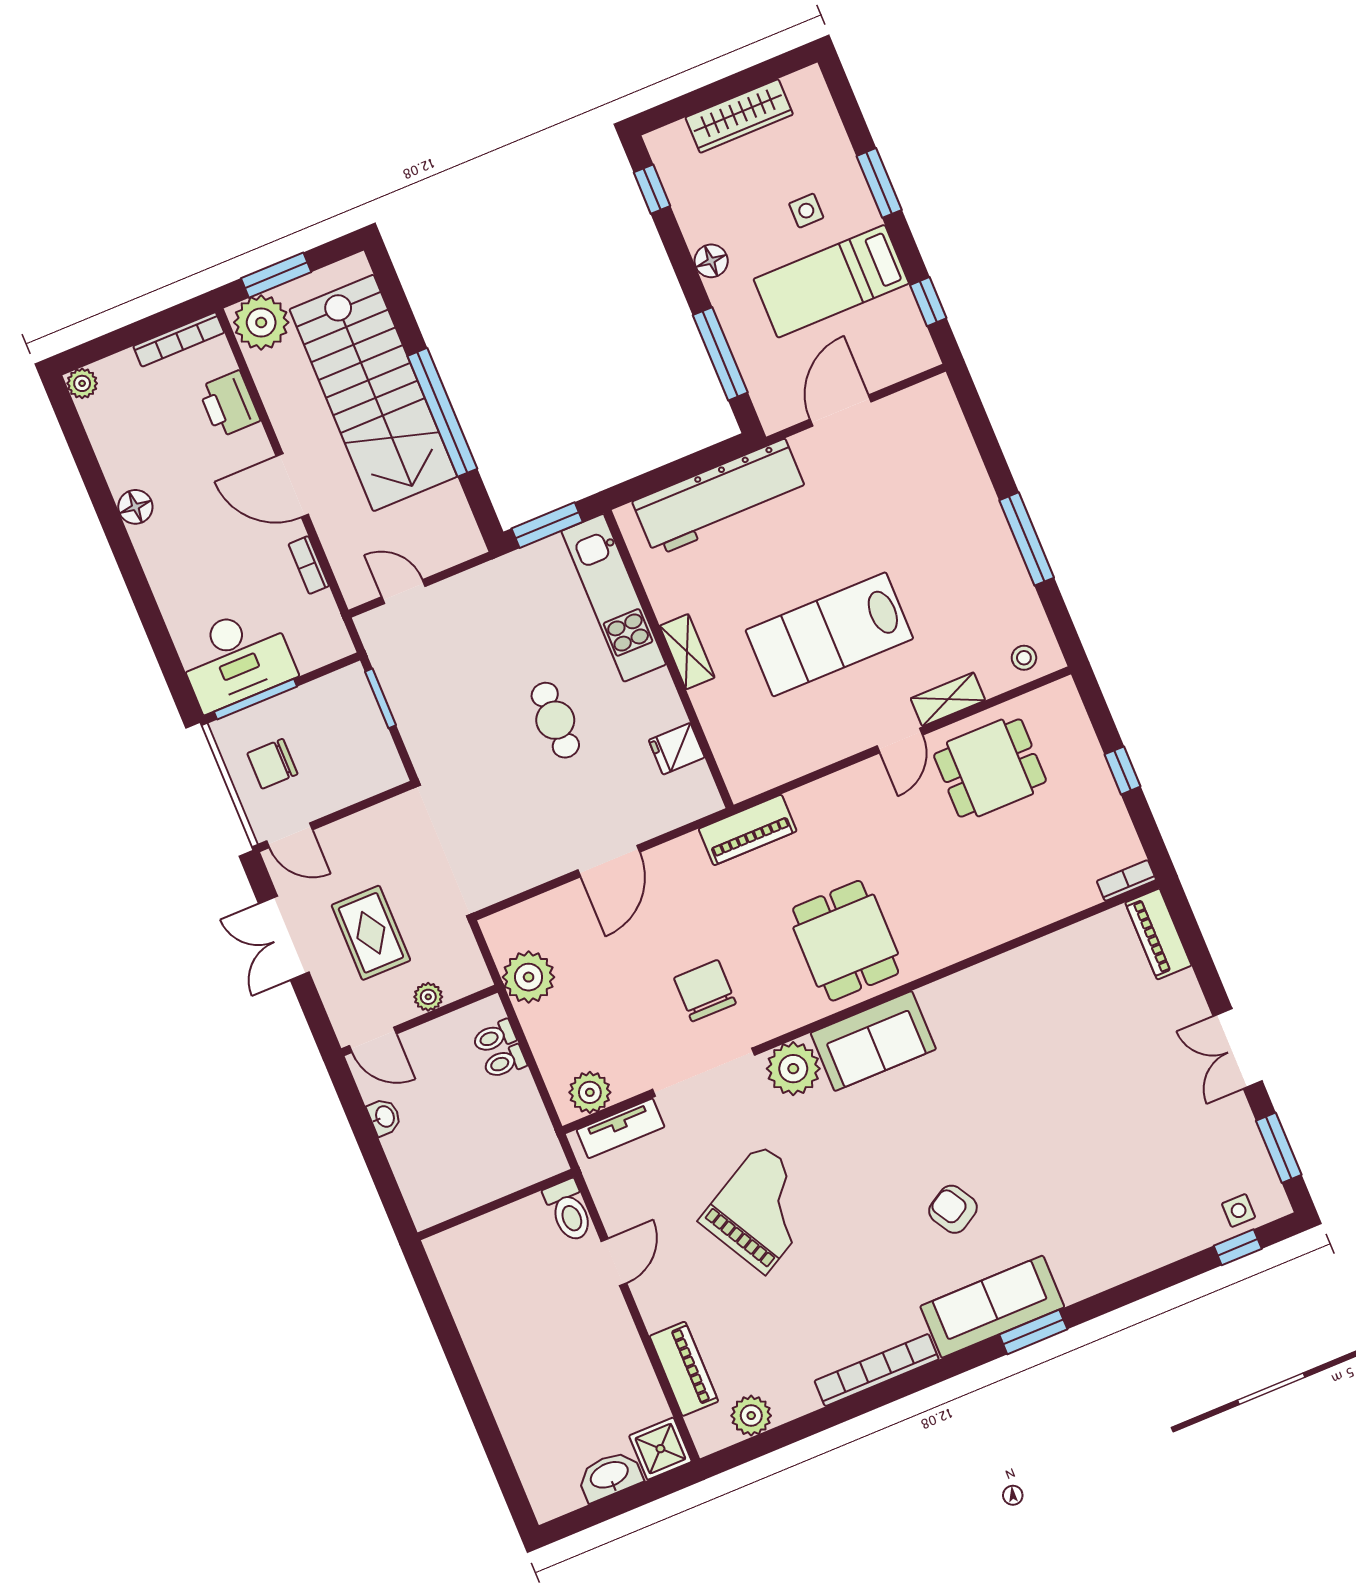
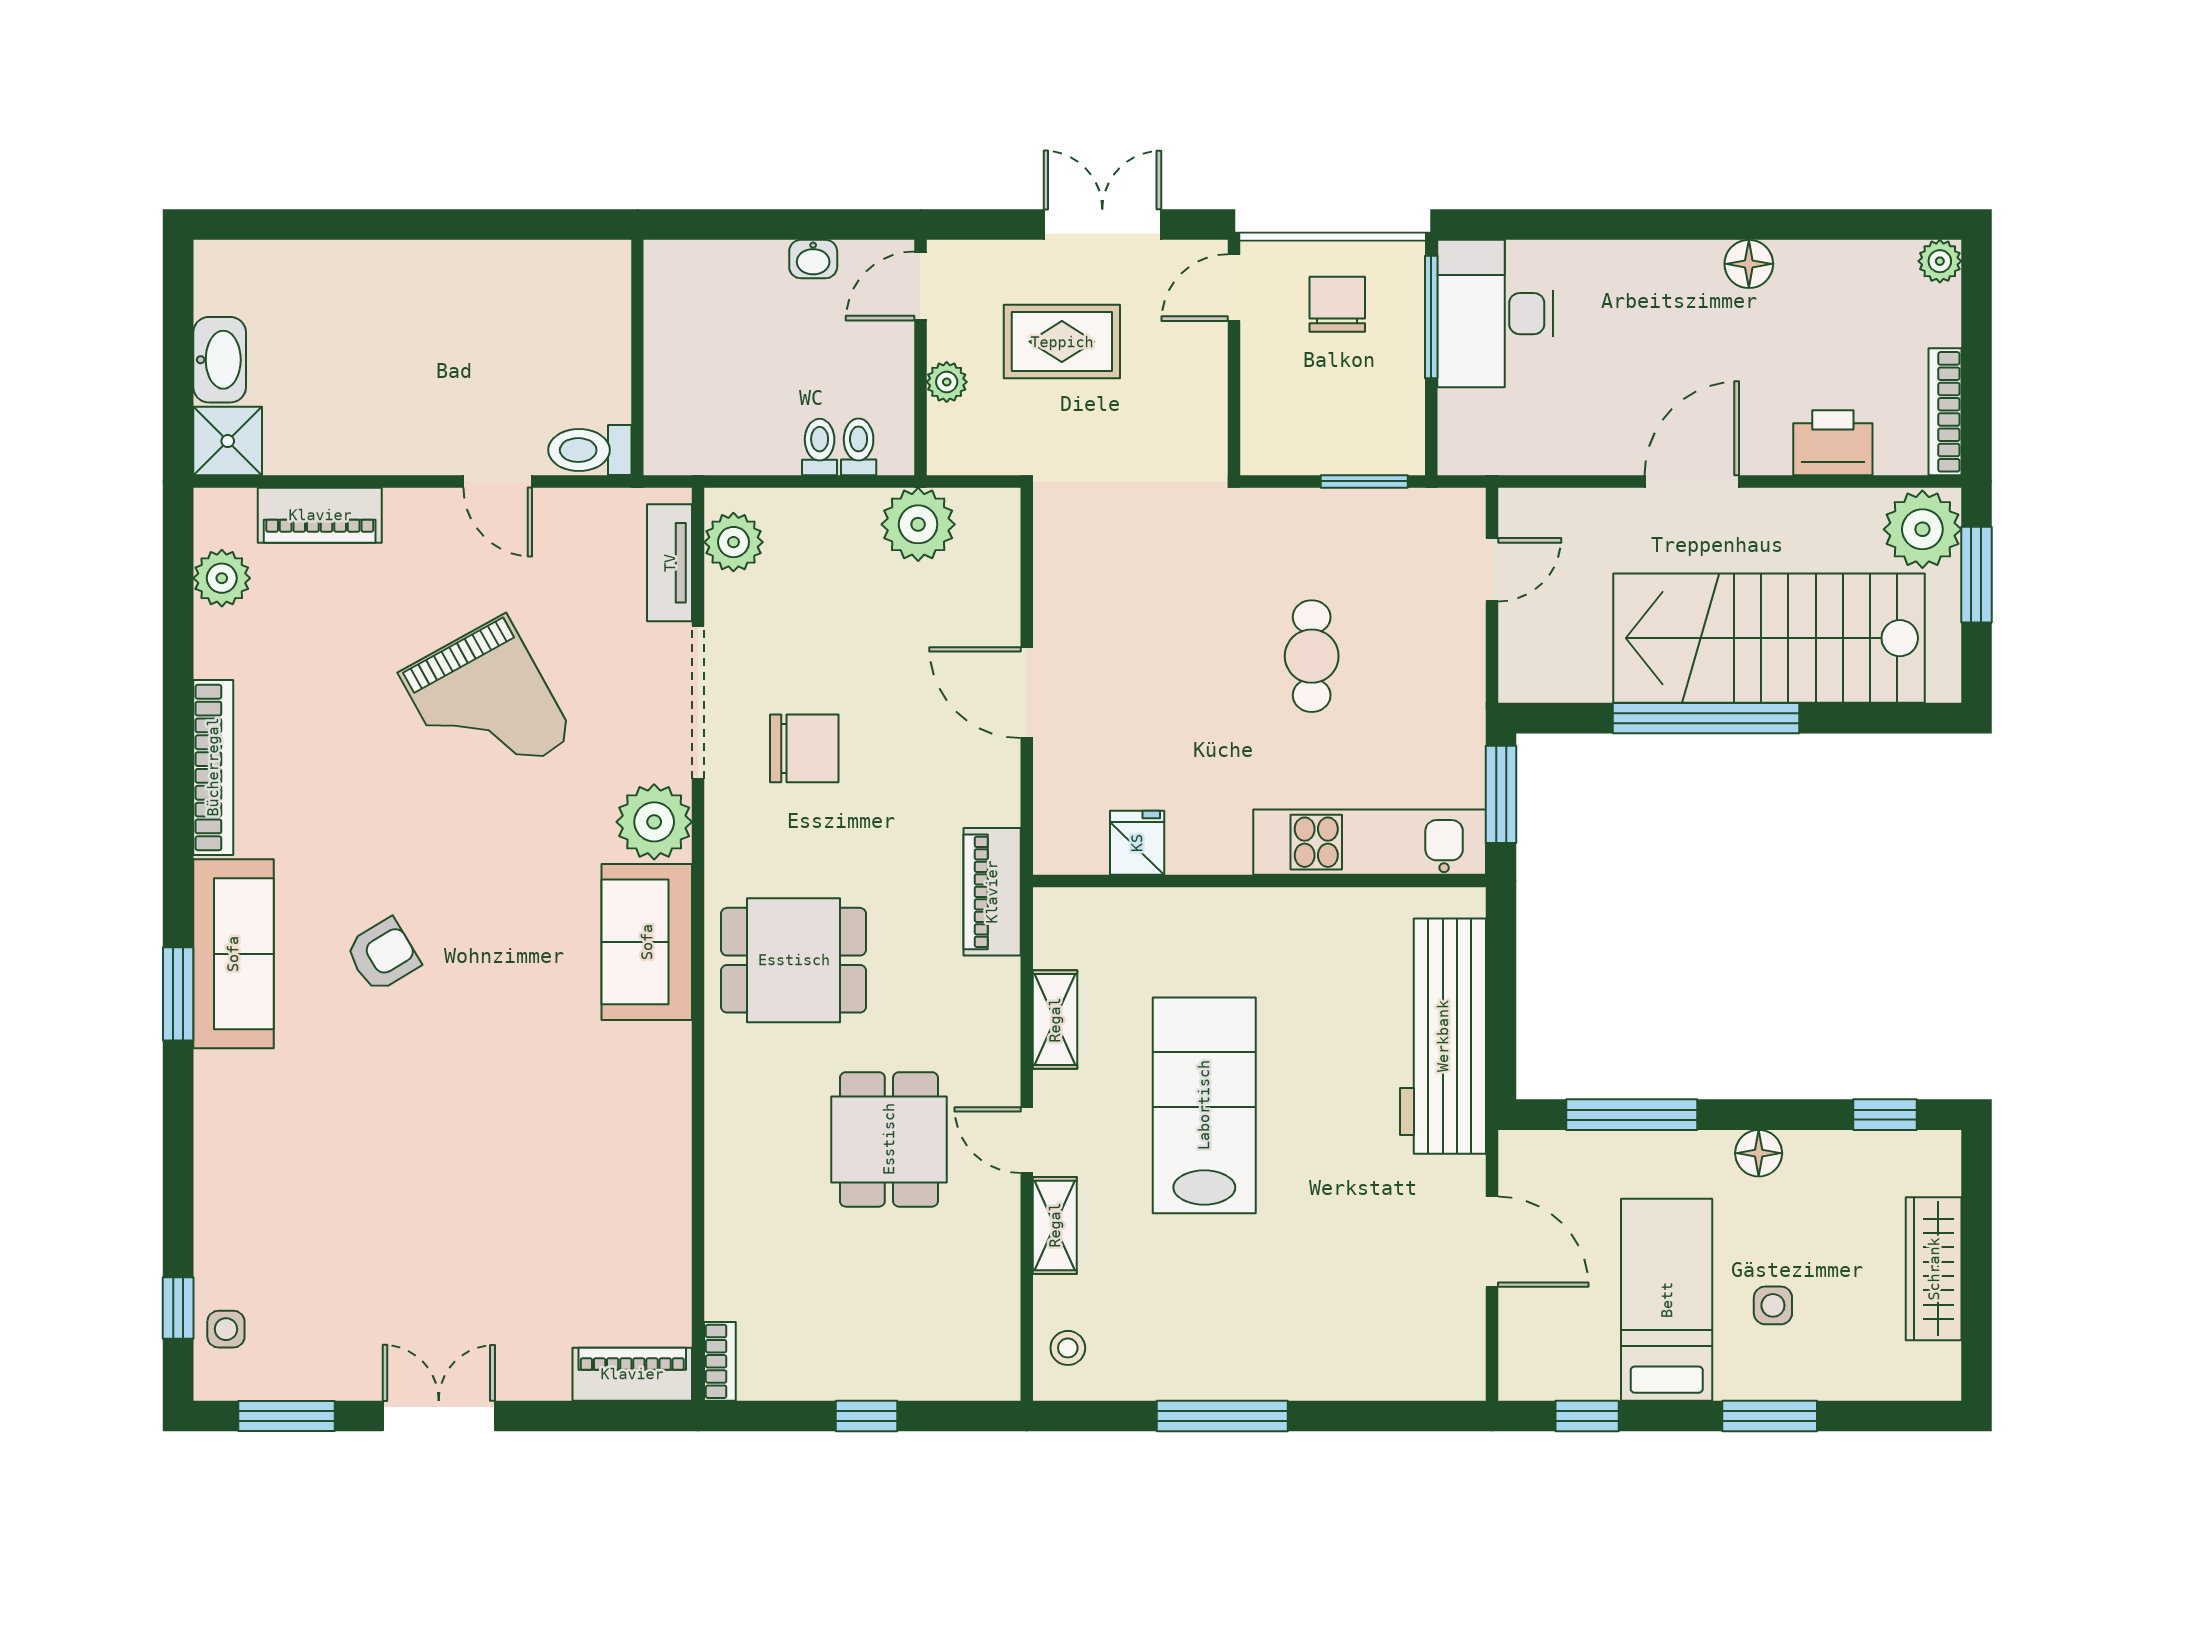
bookcase: (309, 565) -> (1578, 460), removed
shelving: (687, 652) -> (1055, 1020), moved, turned 90
cafe table: (555, 720) -> (1312, 656), moved, turned 90
dining table: (990, 768) -> (889, 1139), moved

